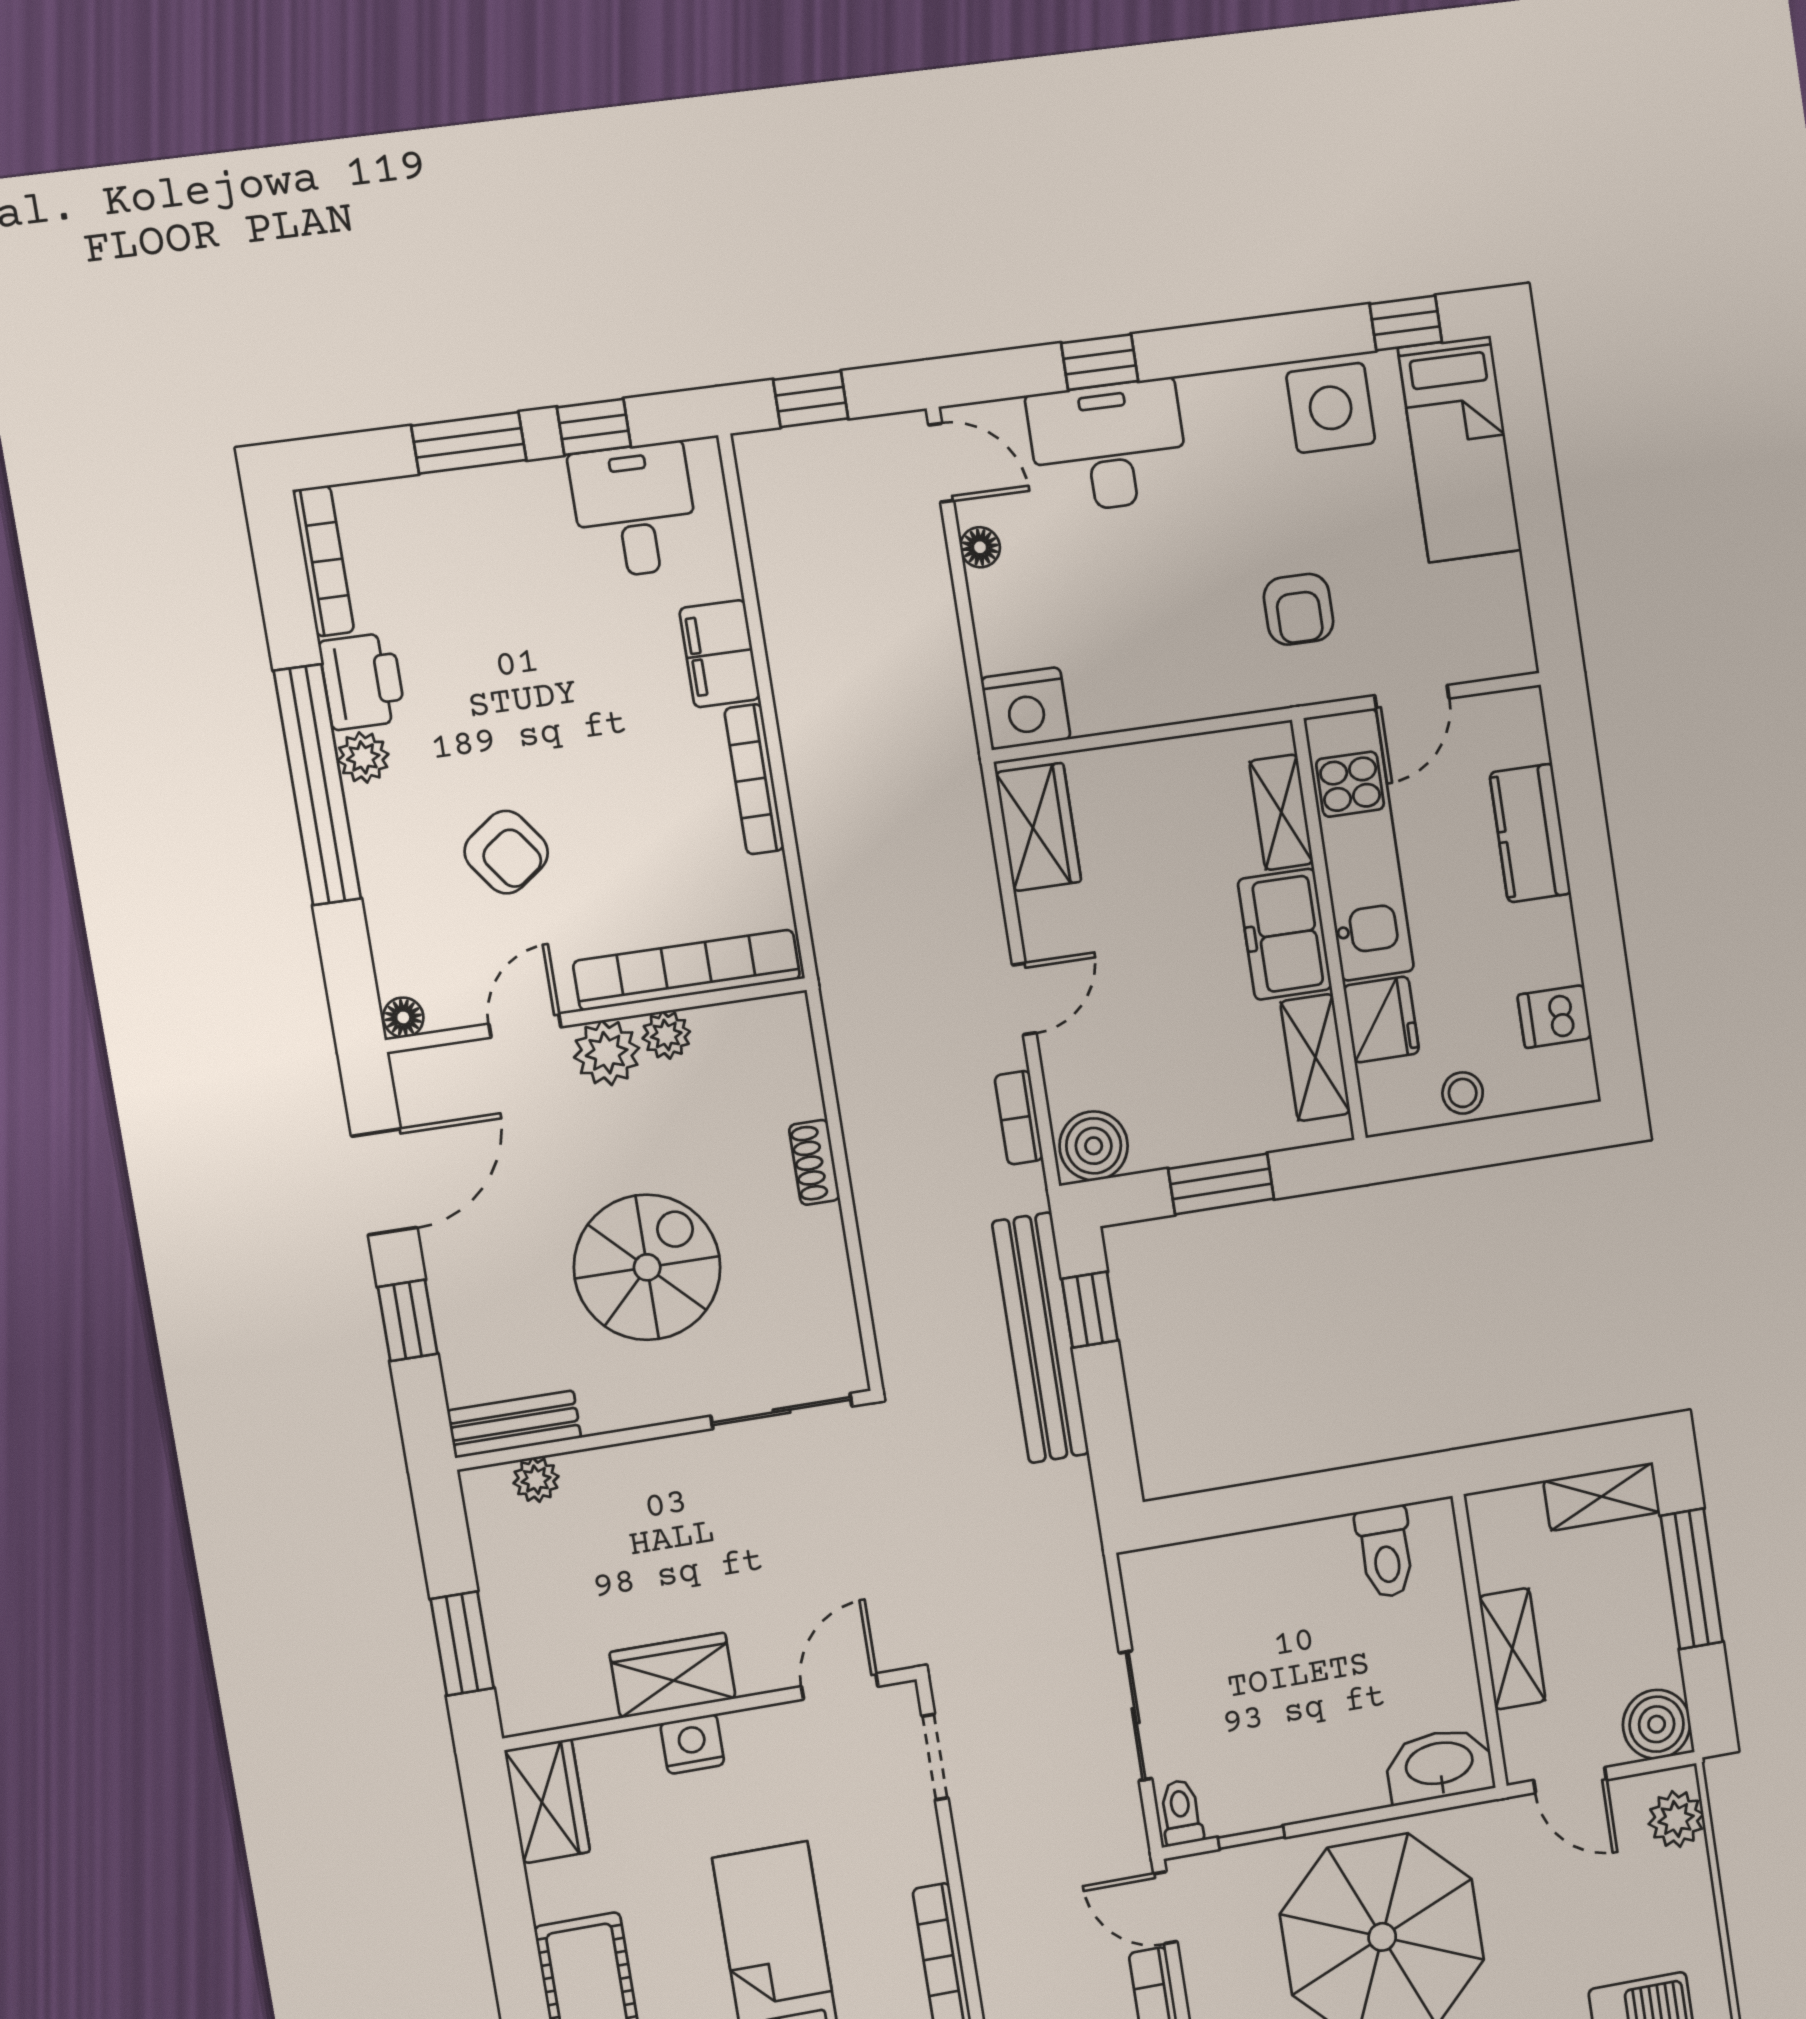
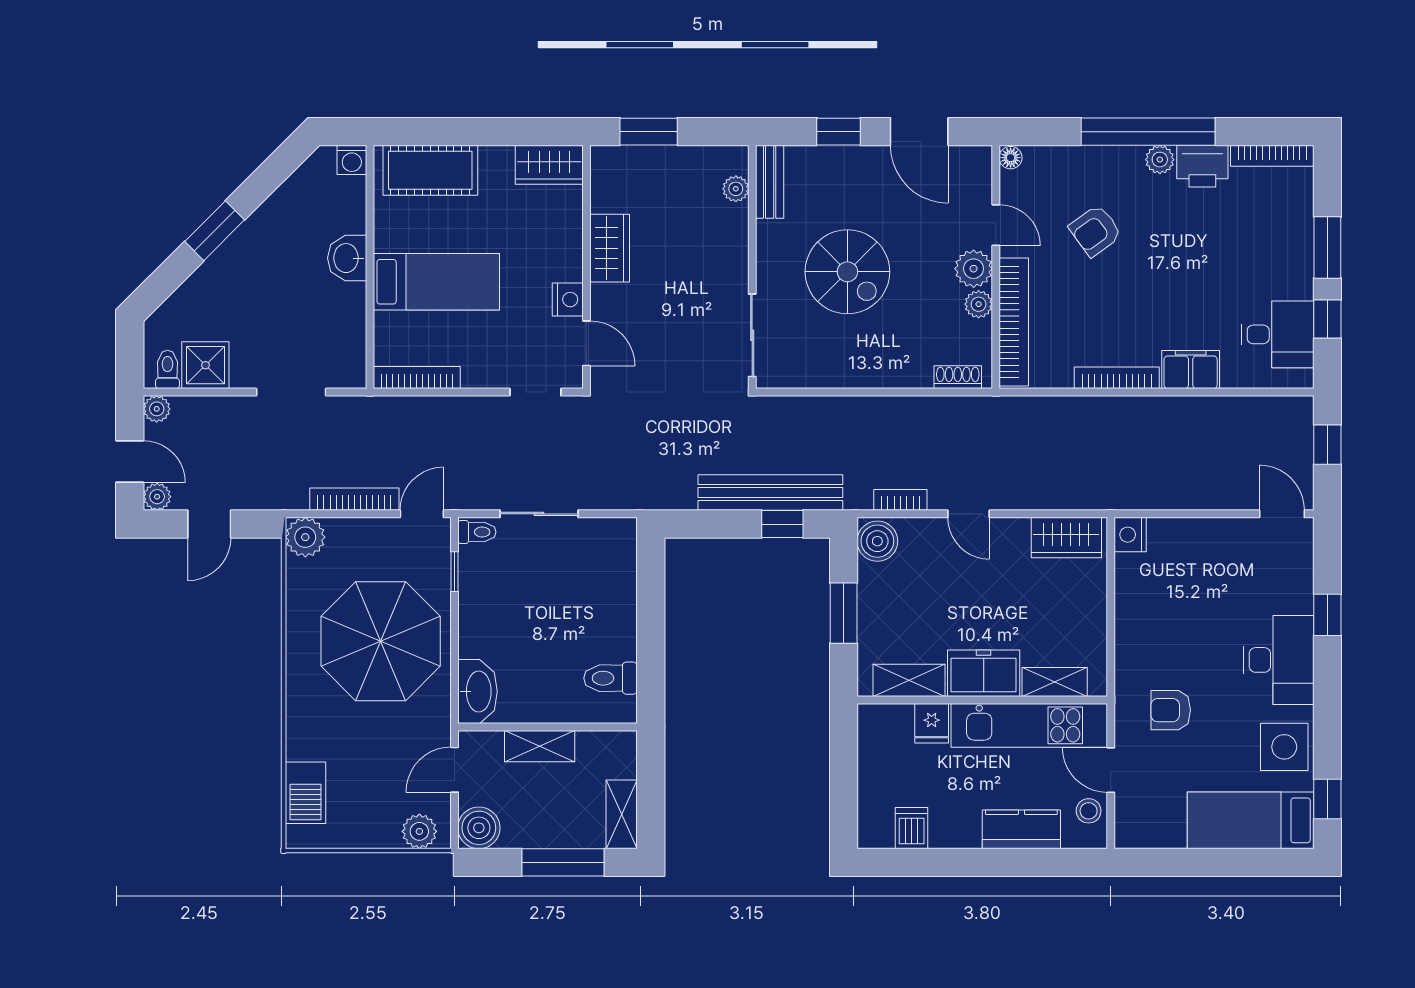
desk: (1108, 446) -> (1279, 660), moved
door: (941, 463) -> (1282, 514), swing flipped
floor lamp: (980, 547) -> (1231, 529), removed
nightstand: (1026, 709) -> (1130, 535), width x0.74, depth x0.75
fridge: (1381, 1020) -> (932, 723), width x0.72
stool: (1463, 1093) -> (1089, 811), moved
shoe rack: (814, 1162) -> (958, 377), moved
nightstand: (692, 1744) -> (568, 300), moved

